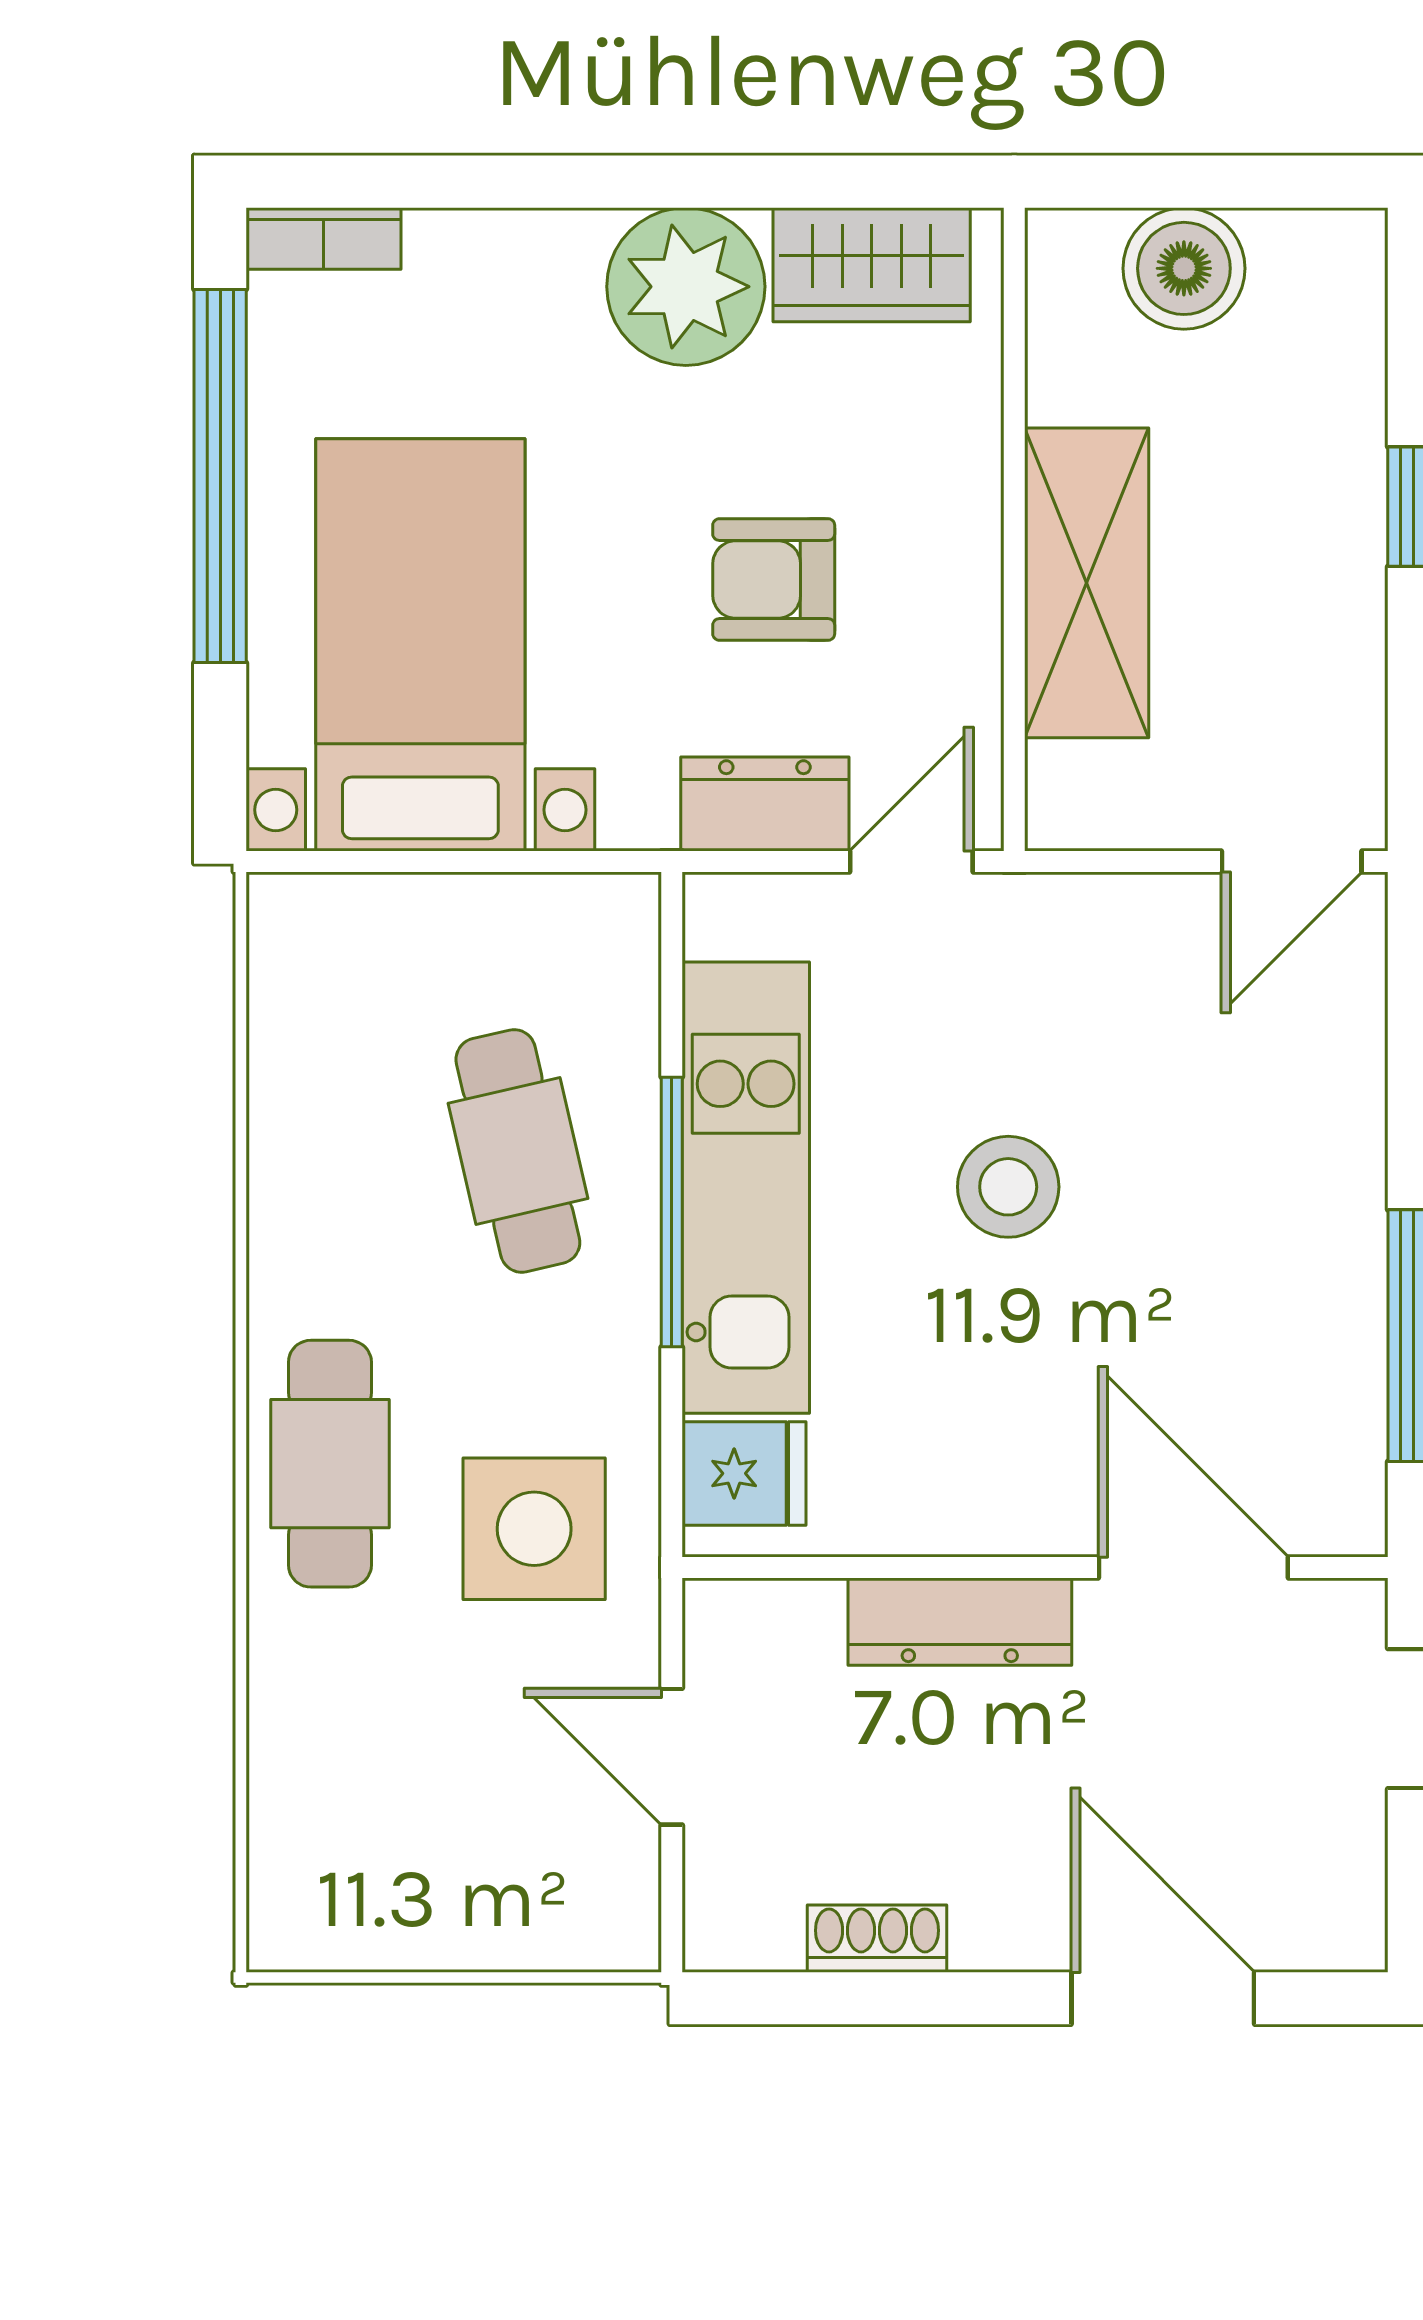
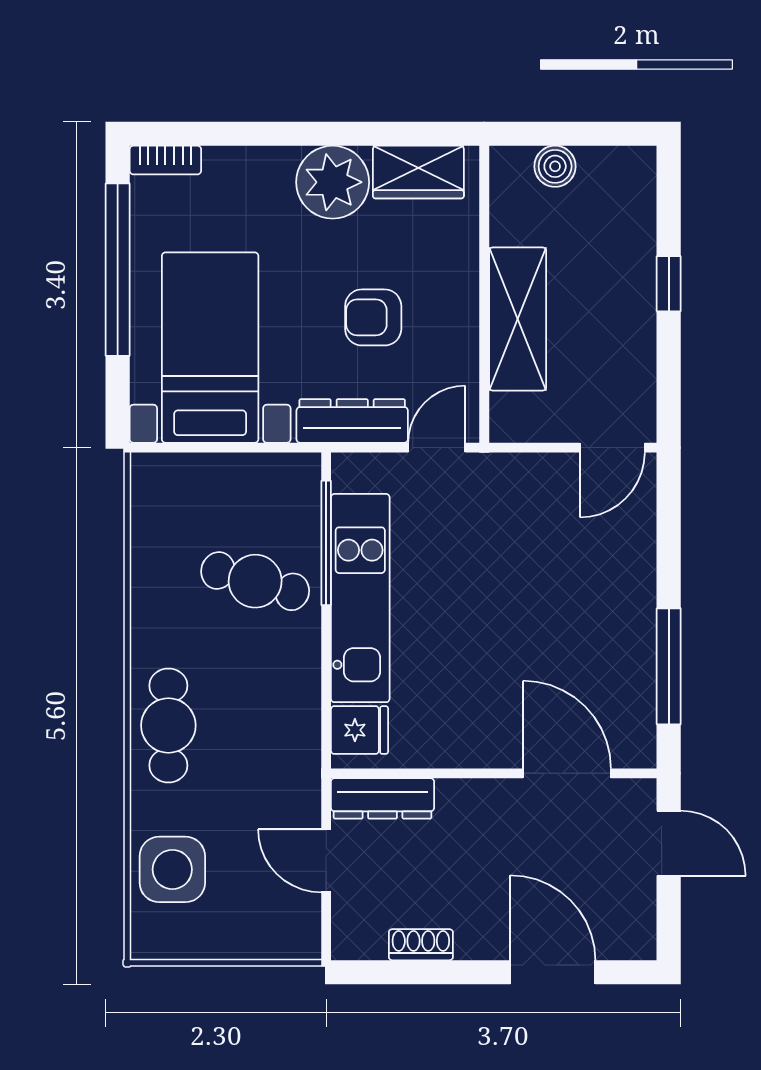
boiler: (1184, 268) -> (555, 166), width x0.73, depth x0.73
dresser: (765, 804) -> (352, 421), width x1.44
cafe table: (518, 1151) -> (255, 581), turned -61
stool: (1008, 1187) -> (481, 598), removed
window: (672, 1212) -> (326, 543), moved
side table: (534, 1529) -> (172, 869), moved
dresser: (960, 1622) -> (382, 798), moved

